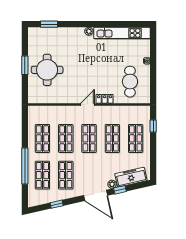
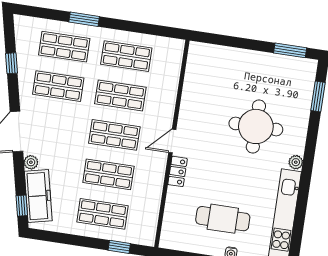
window: (25, 65) -> (290, 50), moved
round table: (47, 70) -> (256, 126), moved
cafe table: (130, 82) -> (223, 219), moved
door: (88, 104) -> (172, 141), swing flipped
window: (25, 166) -> (84, 19), width x0.47
window: (120, 190) -> (22, 206), moved

